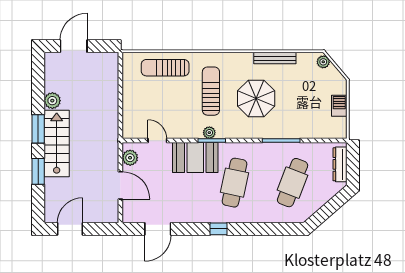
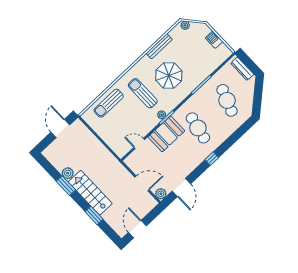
door: (74, 46) -> (60, 129), moved
window: (38, 129) -> (66, 186), moved
plant: (130, 158) -> (161, 194), moved

